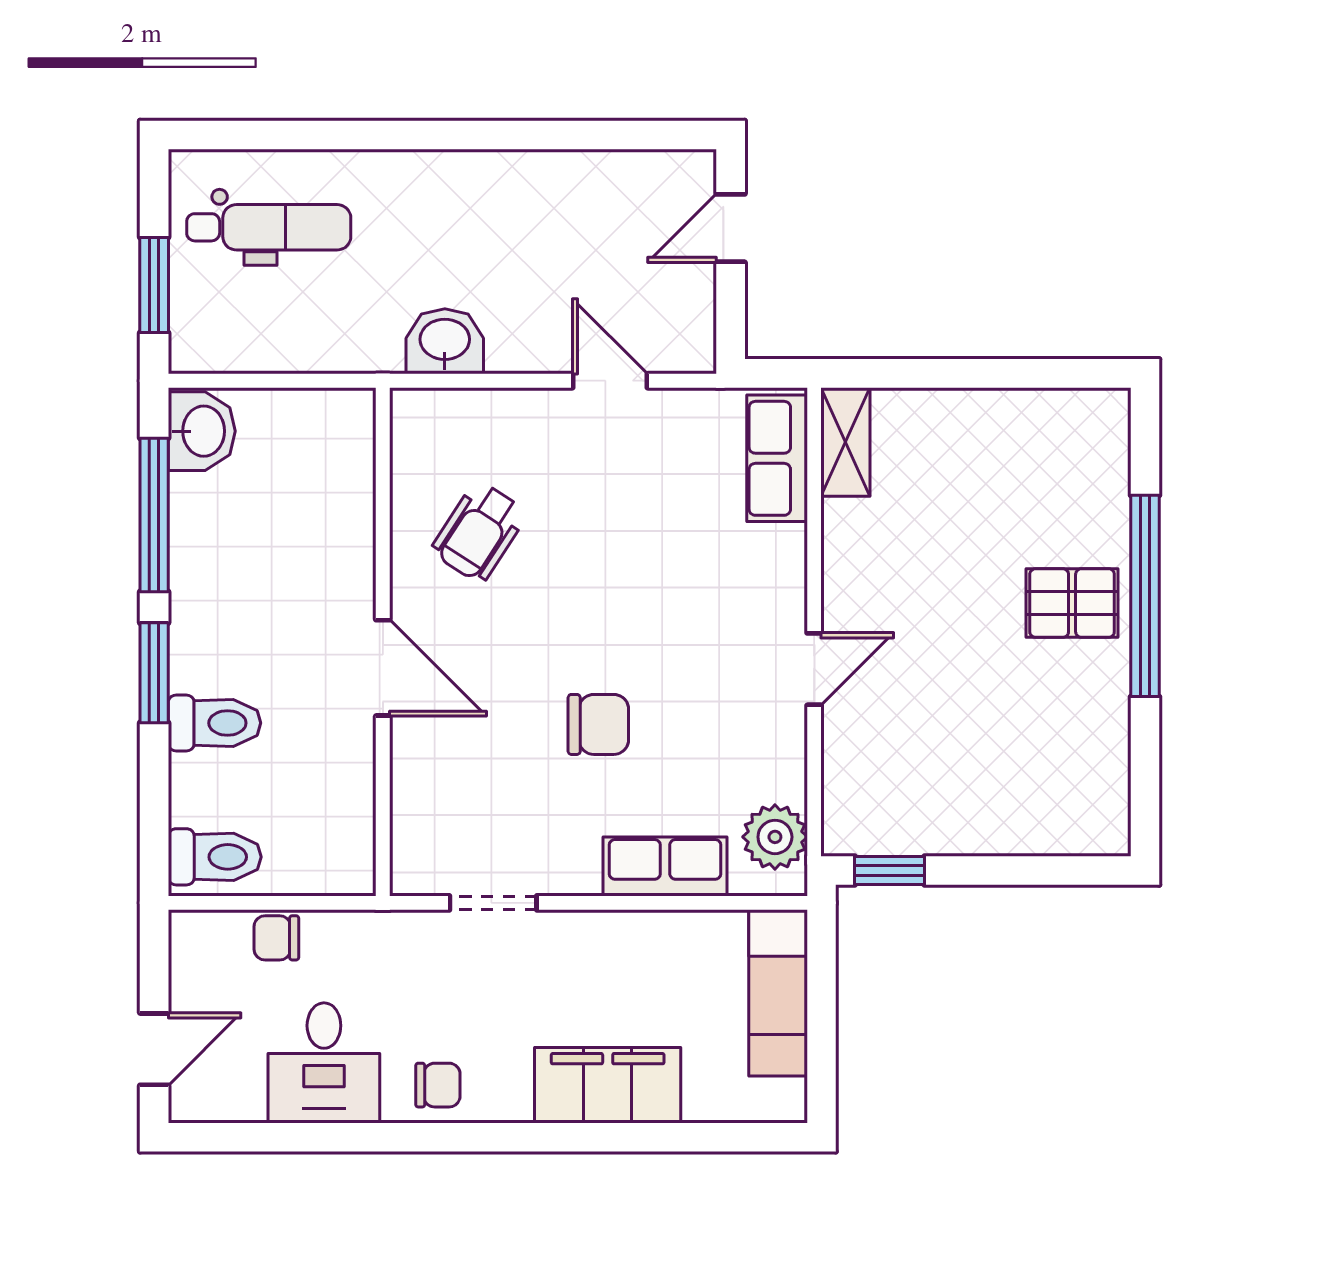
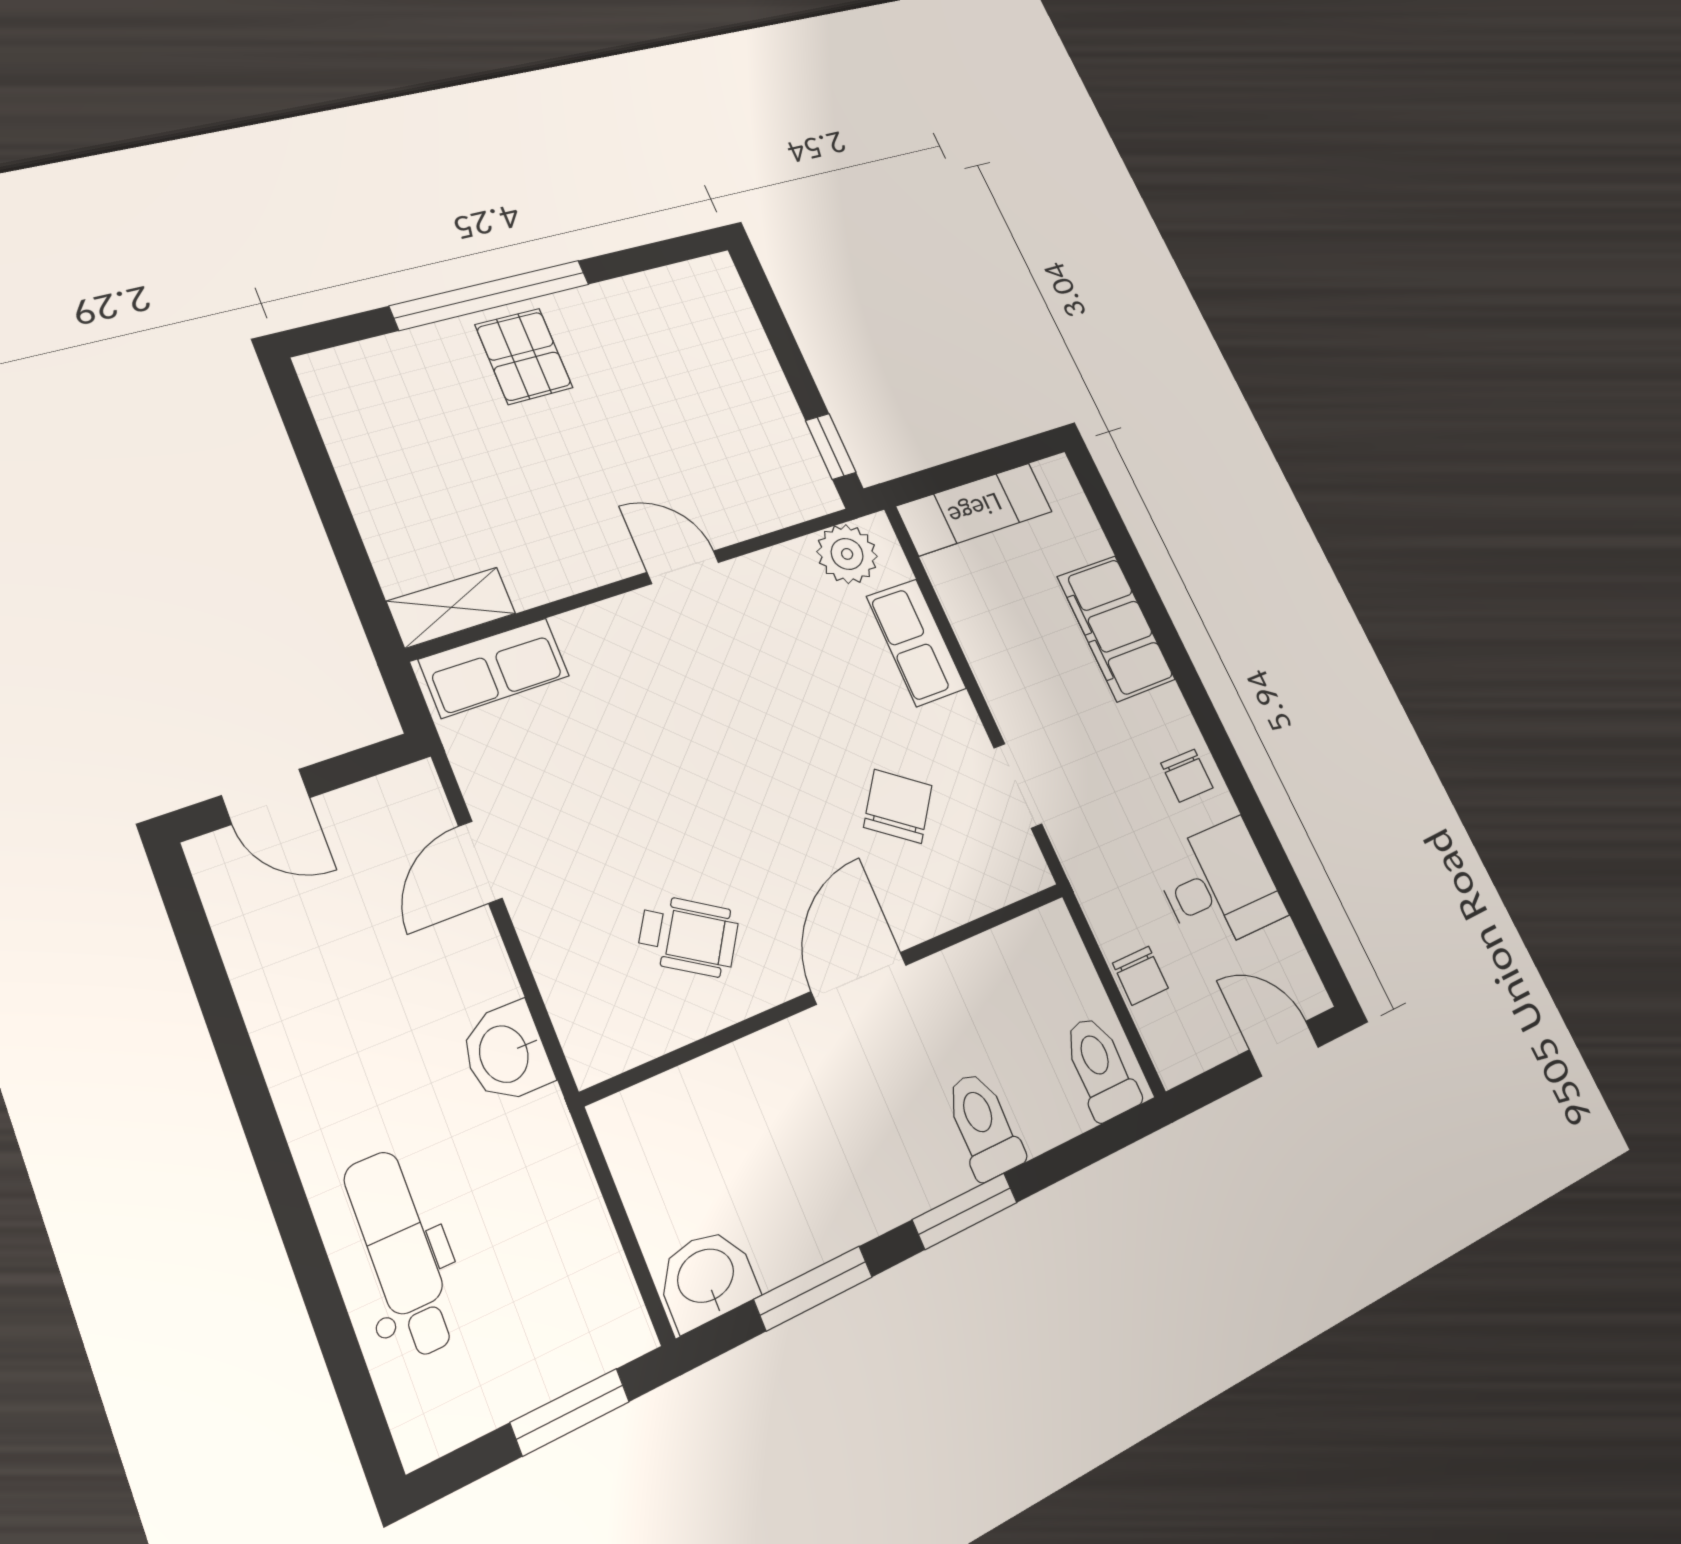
dental chair: (269, 227) -> (401, 1253), moved
window: (154, 515) -> (813, 1288), width x0.69
chair: (598, 724) -> (898, 806), moved, turned 36
chair: (438, 1085) -> (1187, 776), turned 180

